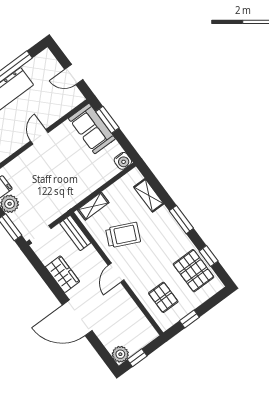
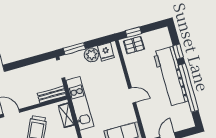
kitchen unit: (73, 196) -> (80, 103), added
wardrobe: (62, 274) -> (25, 74), removed

